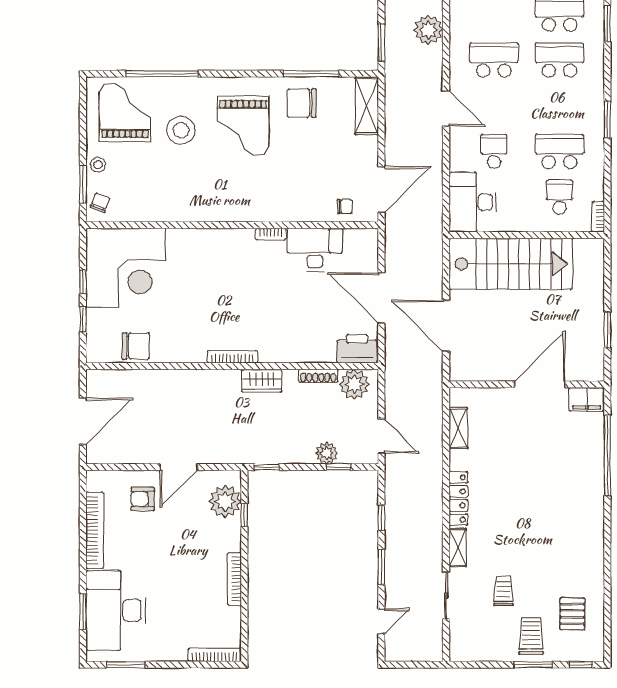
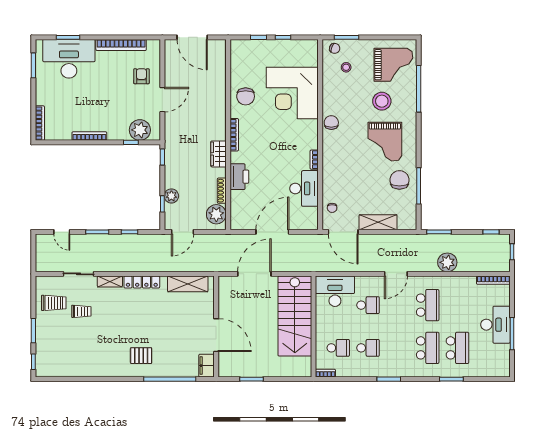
shelving: (367, 106) -> (378, 222), moved
grand piano: (243, 126) -> (385, 142), turned -90
school desk: (559, 151) -> (368, 348), width x0.54
stool: (98, 165) -> (346, 67), moved
chair: (214, 208) -> (331, 123), added
corner desk: (126, 268) -> (292, 93), moved
chair: (136, 346) -> (246, 96), moved
printer: (357, 349) -> (239, 177), moved
shelving: (458, 428) -> (188, 284), width x1.50, depth x1.33
door: (179, 467) -> (162, 100), swing flipped
pallet: (572, 614) -> (141, 356), moved
trolley: (531, 636) -> (54, 303), moved

